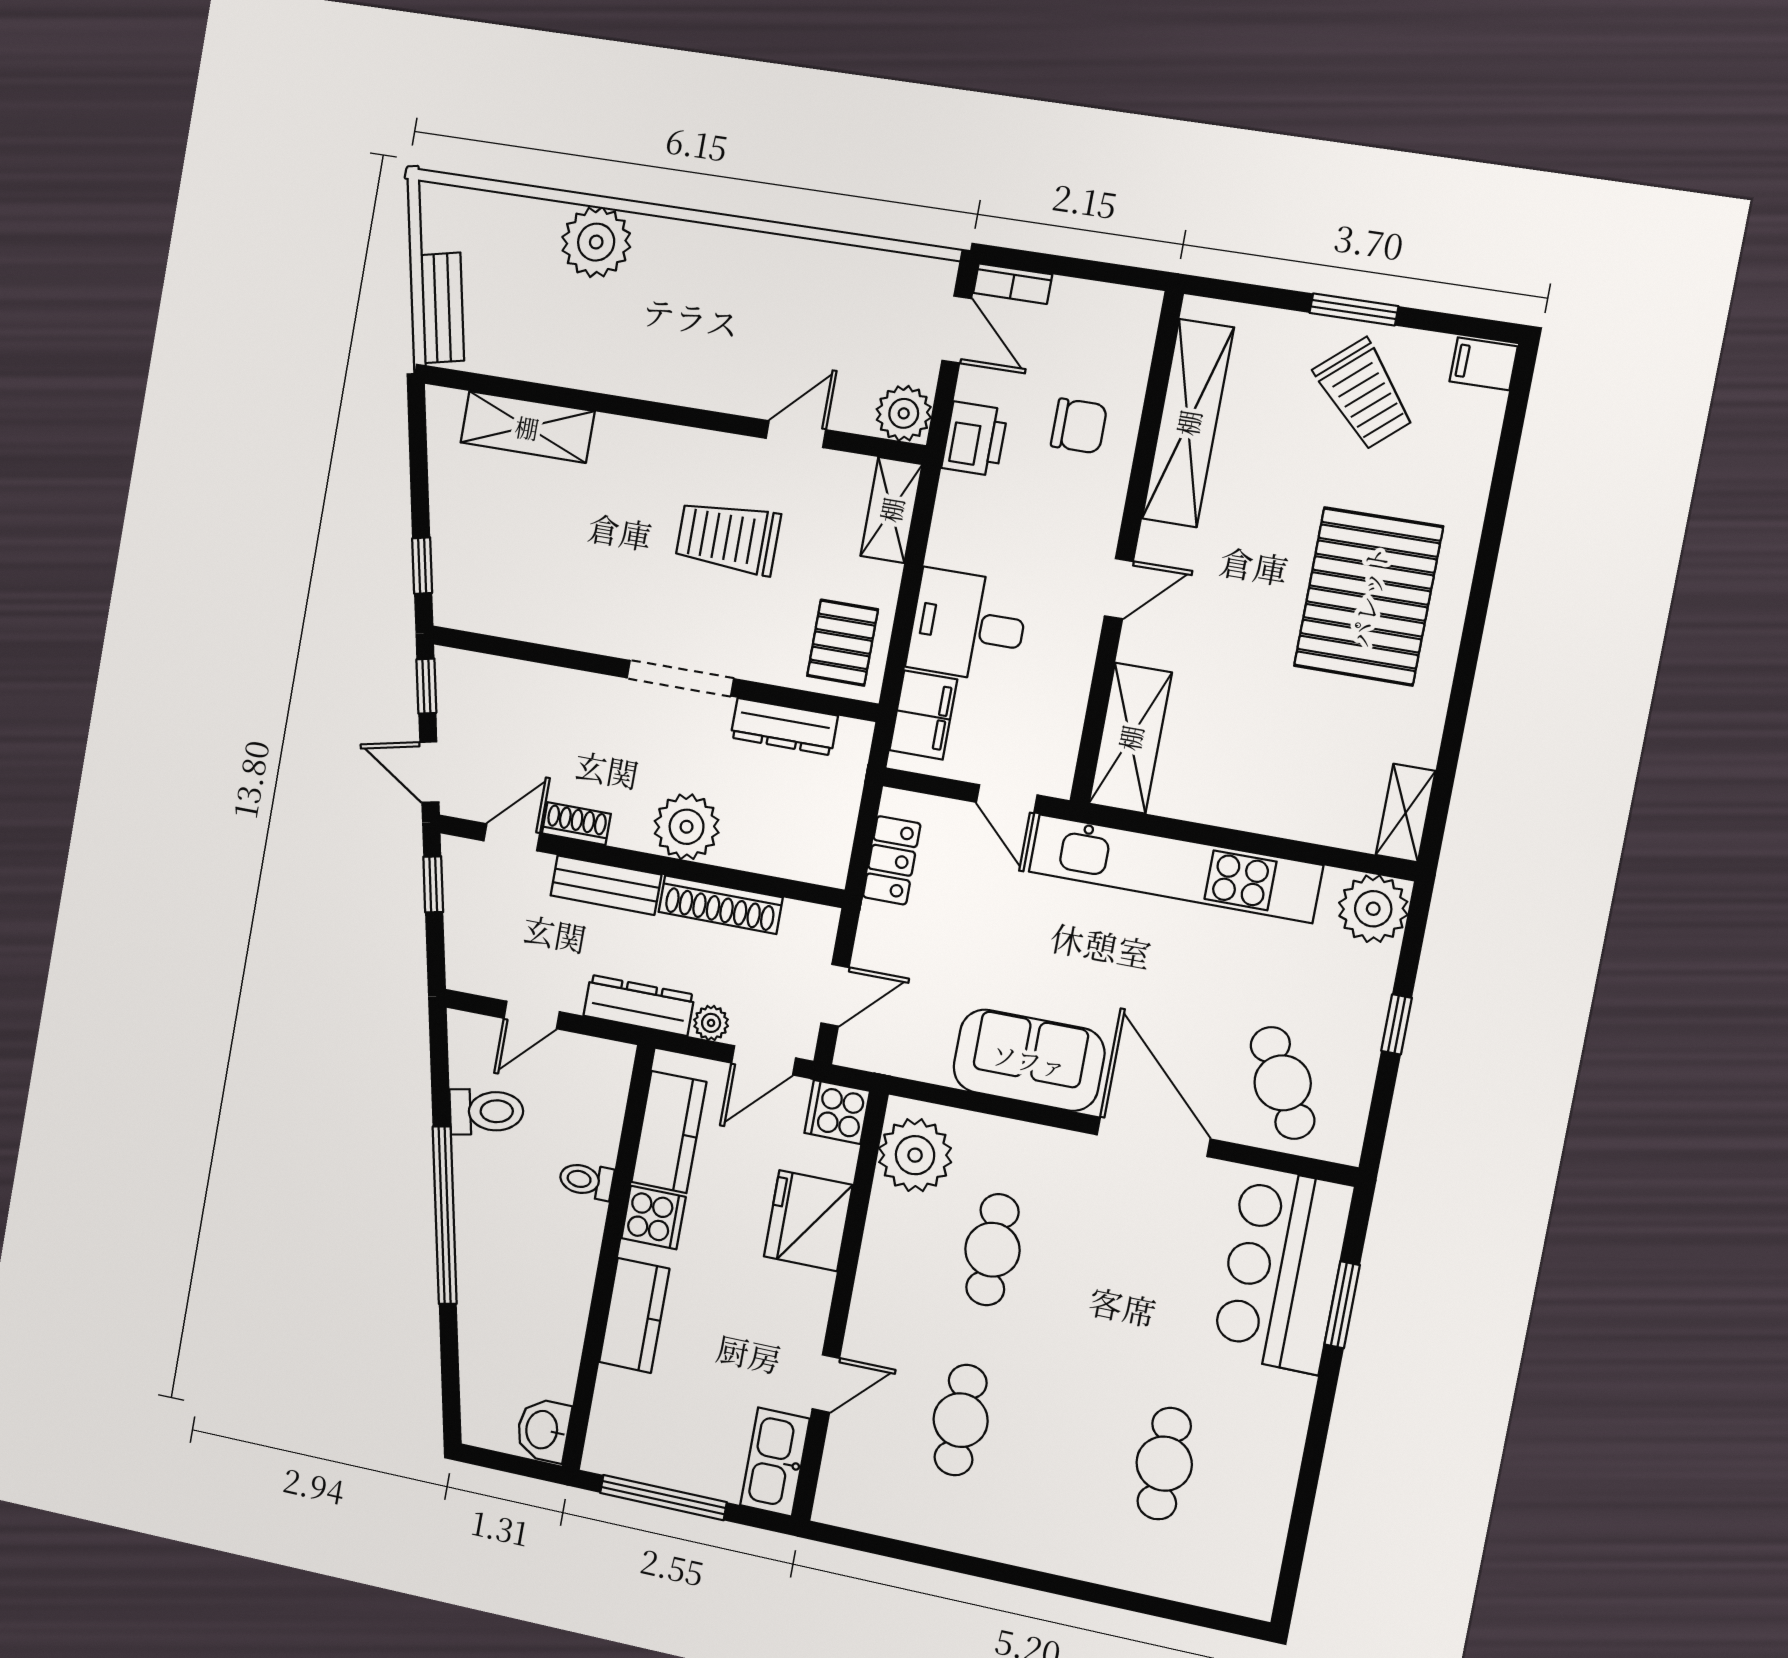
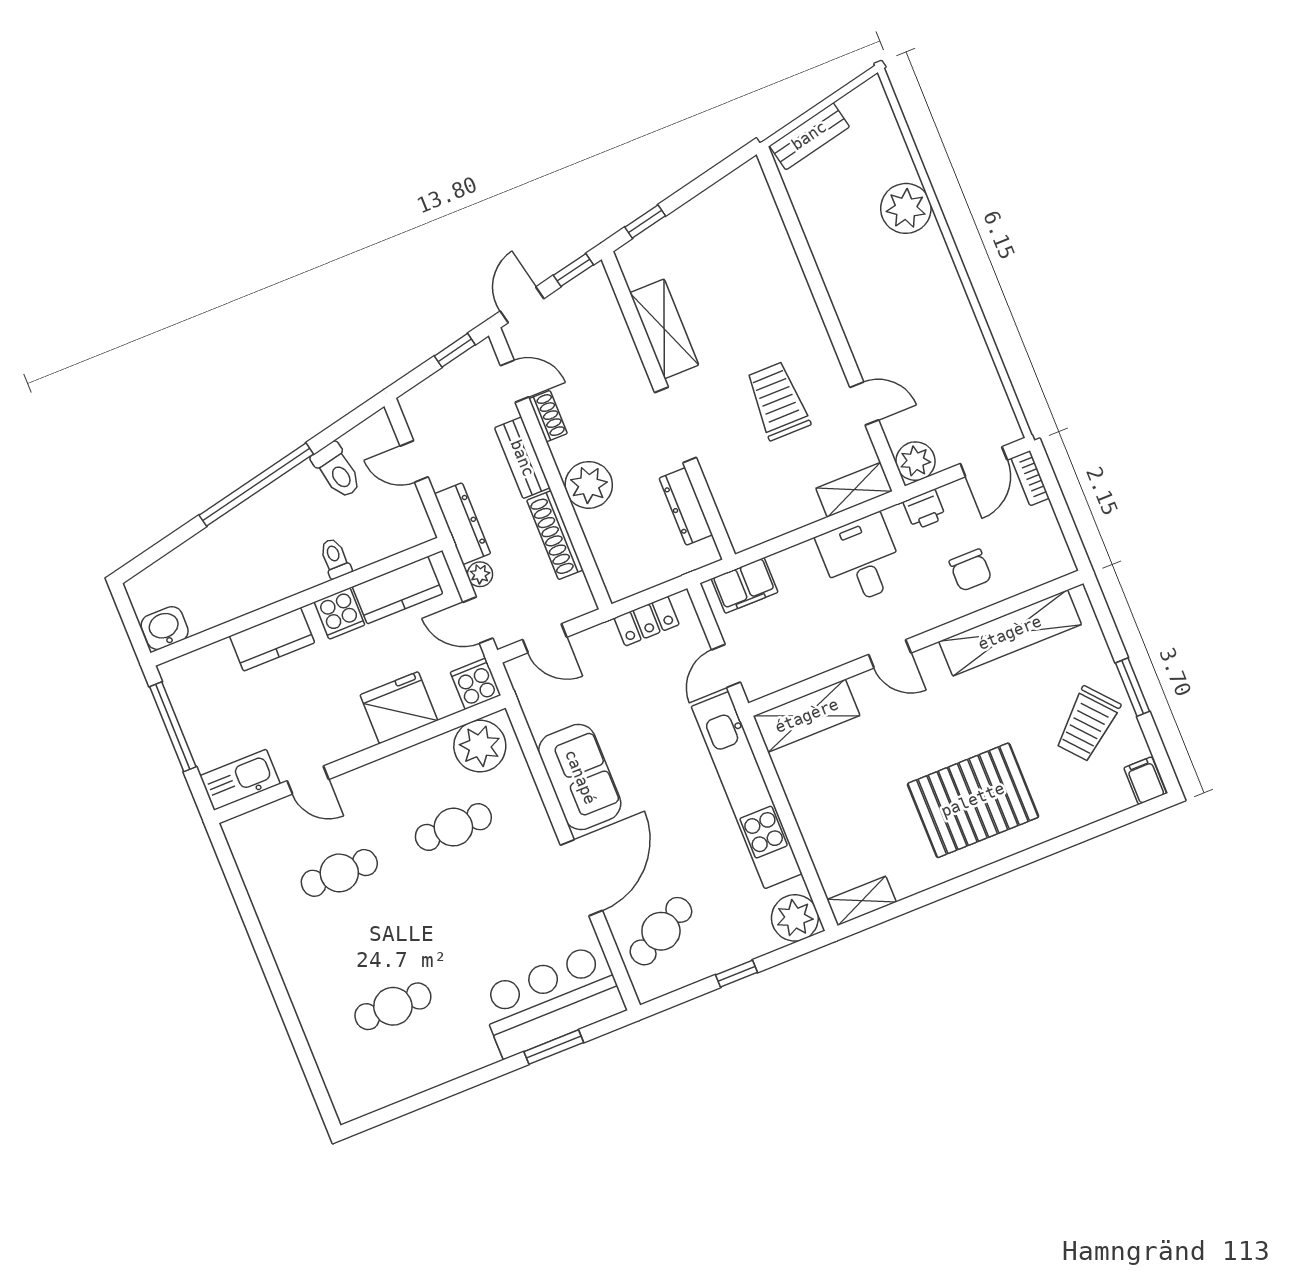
shelving: (527, 427) -> (664, 329), moved
printer: (975, 439) -> (924, 510), width x0.73, depth x0.81
desk: (968, 626) -> (861, 559), moved
pallet: (843, 643) -> (758, 510), removed

